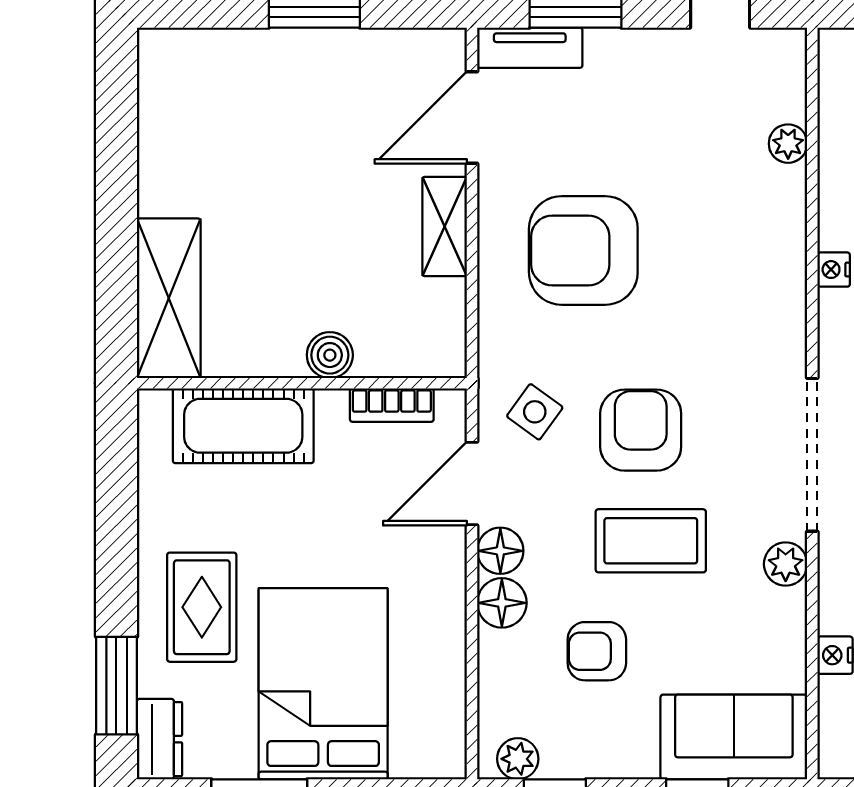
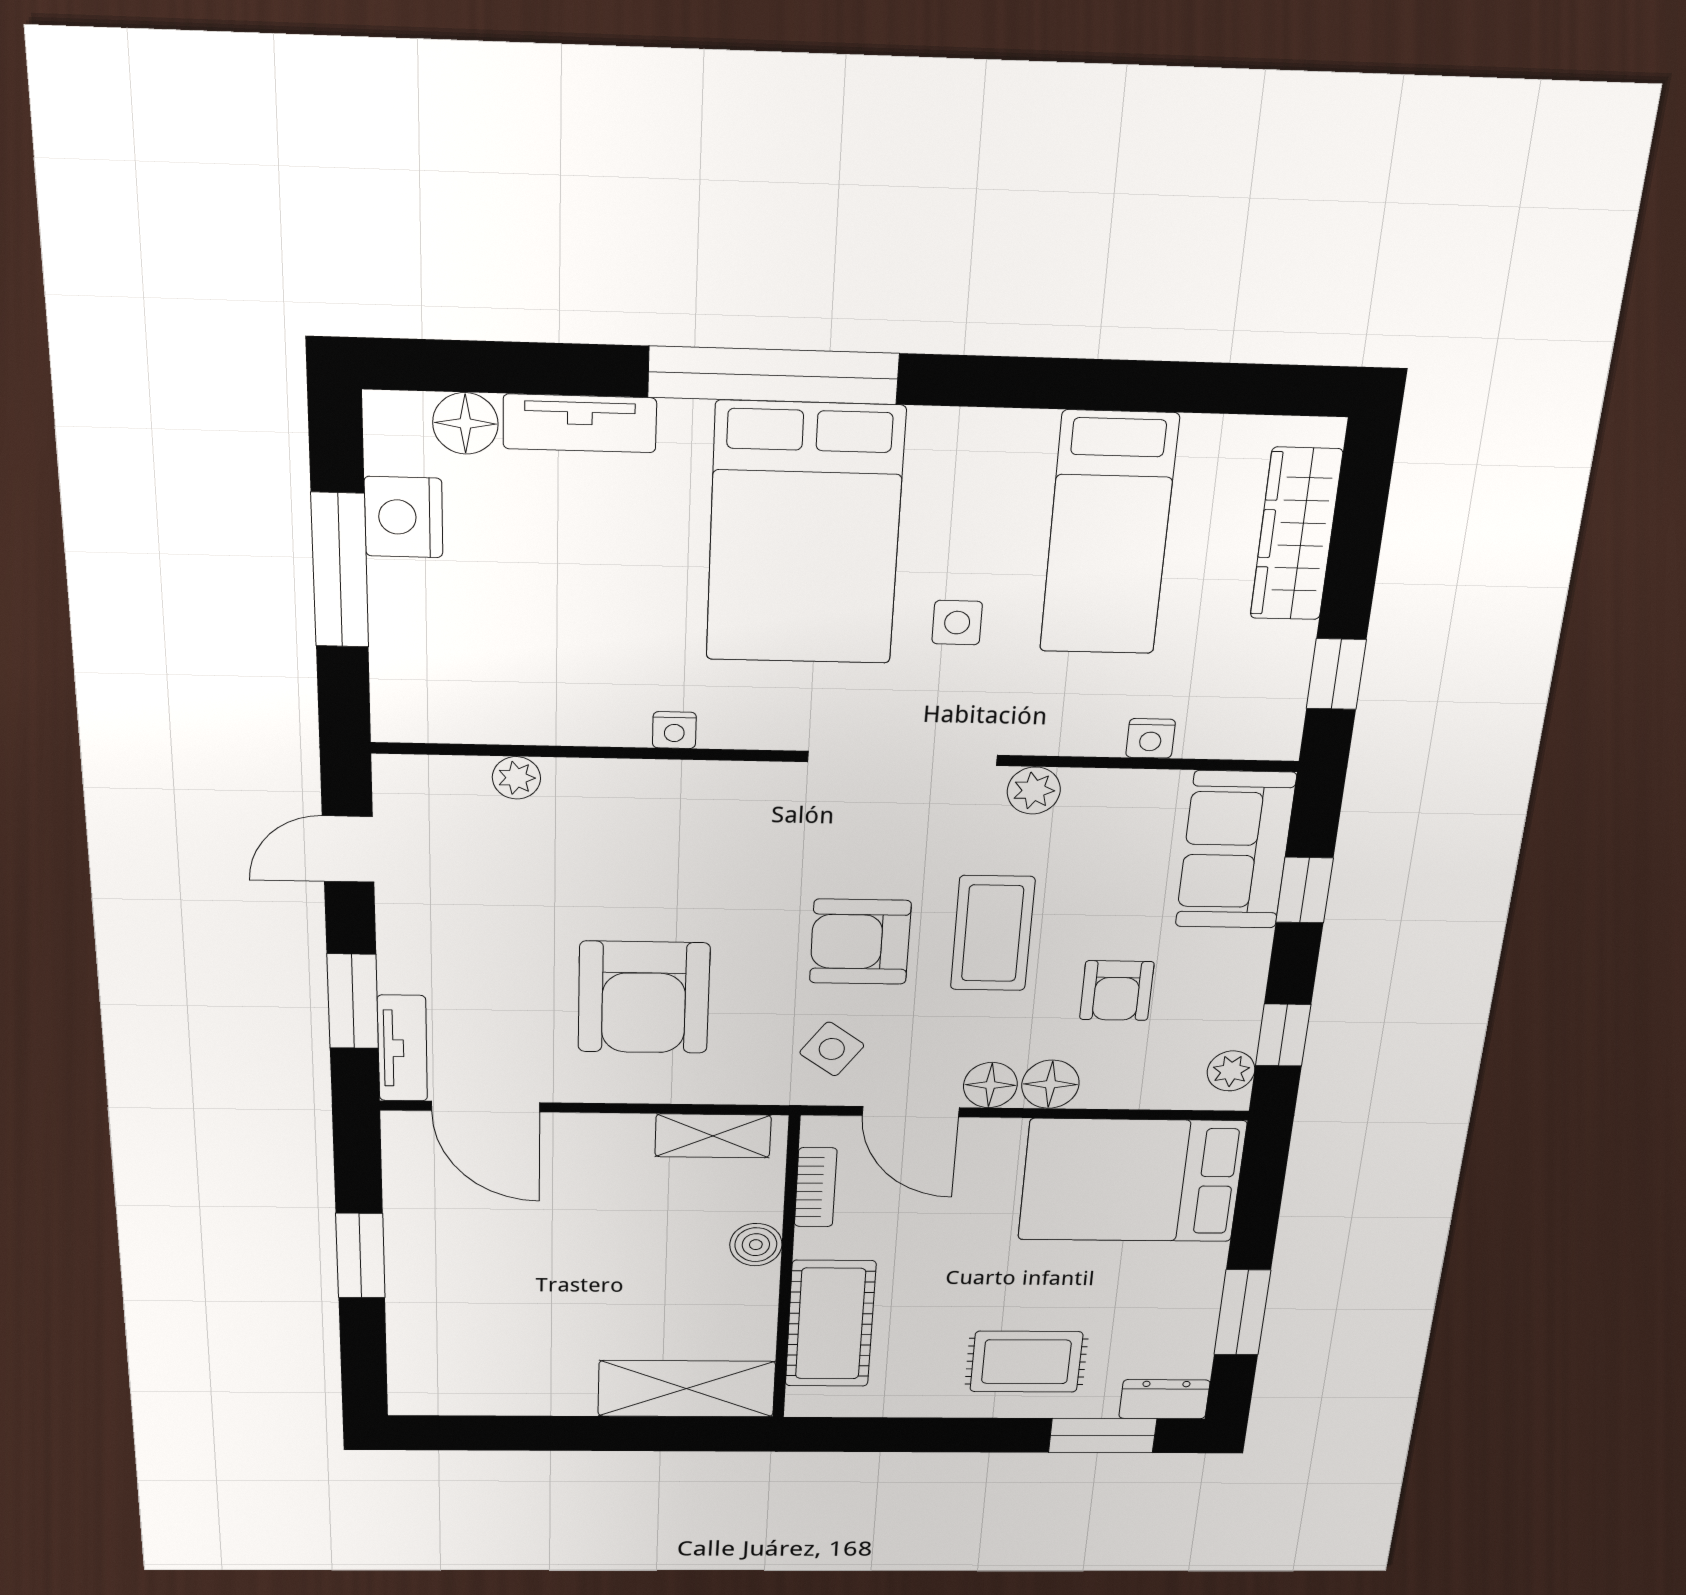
shelving: (445, 227) -> (713, 1136), moved
bed: (323, 684) -> (1132, 1181), moved

